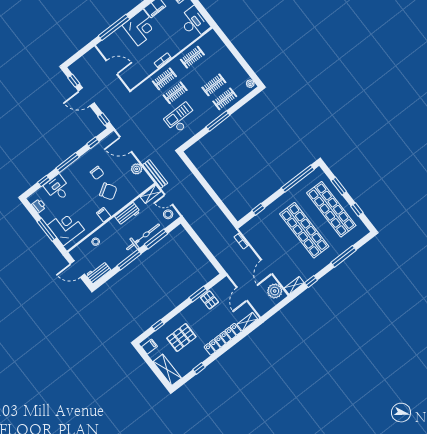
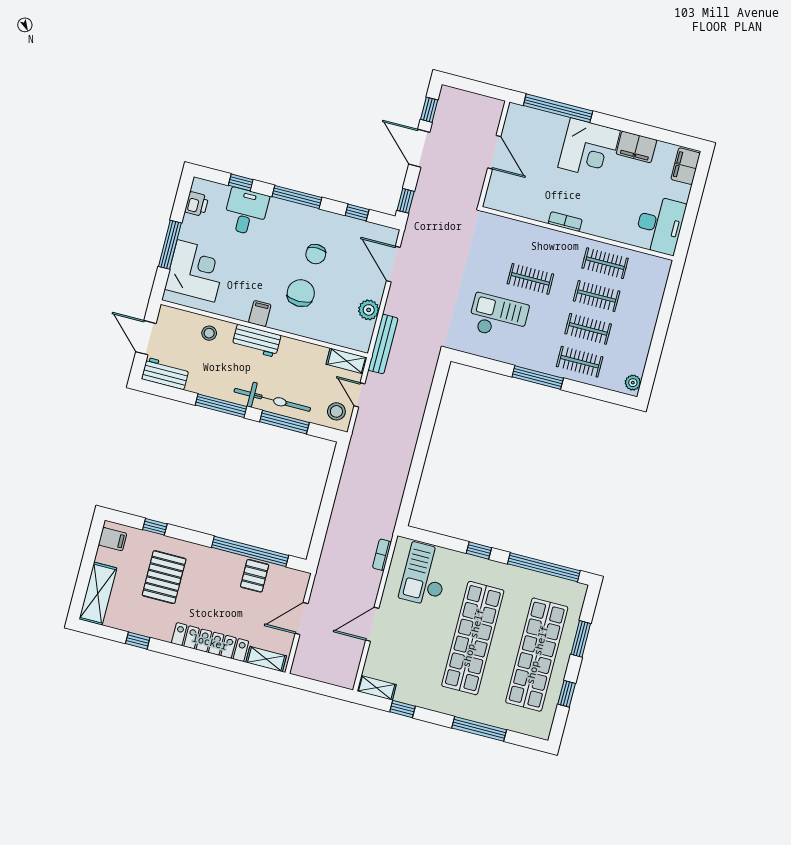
clothes rail: (164, 79) -> (597, 296), moved
chair: (108, 191) -> (301, 293), turned -148
window: (258, 209) -> (479, 551), moved
workbench: (127, 214) -> (256, 341), moved
checkout: (263, 230) -> (425, 575), added
plant: (275, 291) -> (345, 665), removed
window: (198, 294) -> (250, 551), width x2.11
pallet: (181, 337) -> (164, 577), turned 90

